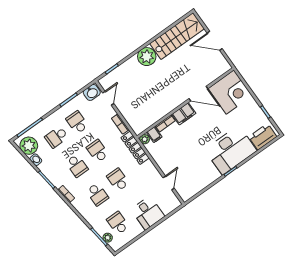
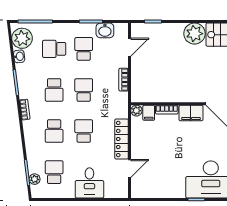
washbasin: (92, 92) -> (105, 30), moved
locker: (135, 148) -> (122, 139), moved

